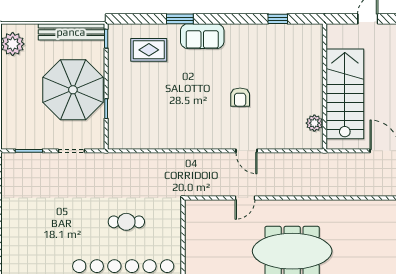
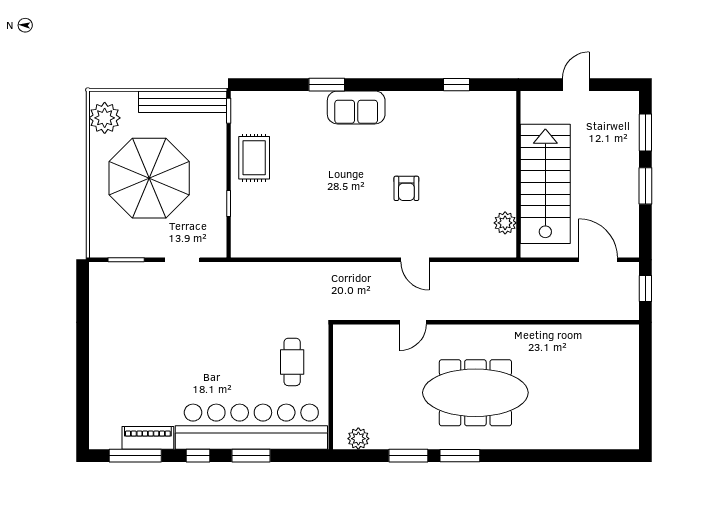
rug: (149, 50) -> (254, 158), moved, turned 90
parasol: (73, 90) -> (149, 178), moved
cafe table: (126, 222) -> (292, 362), moved, turned 90

